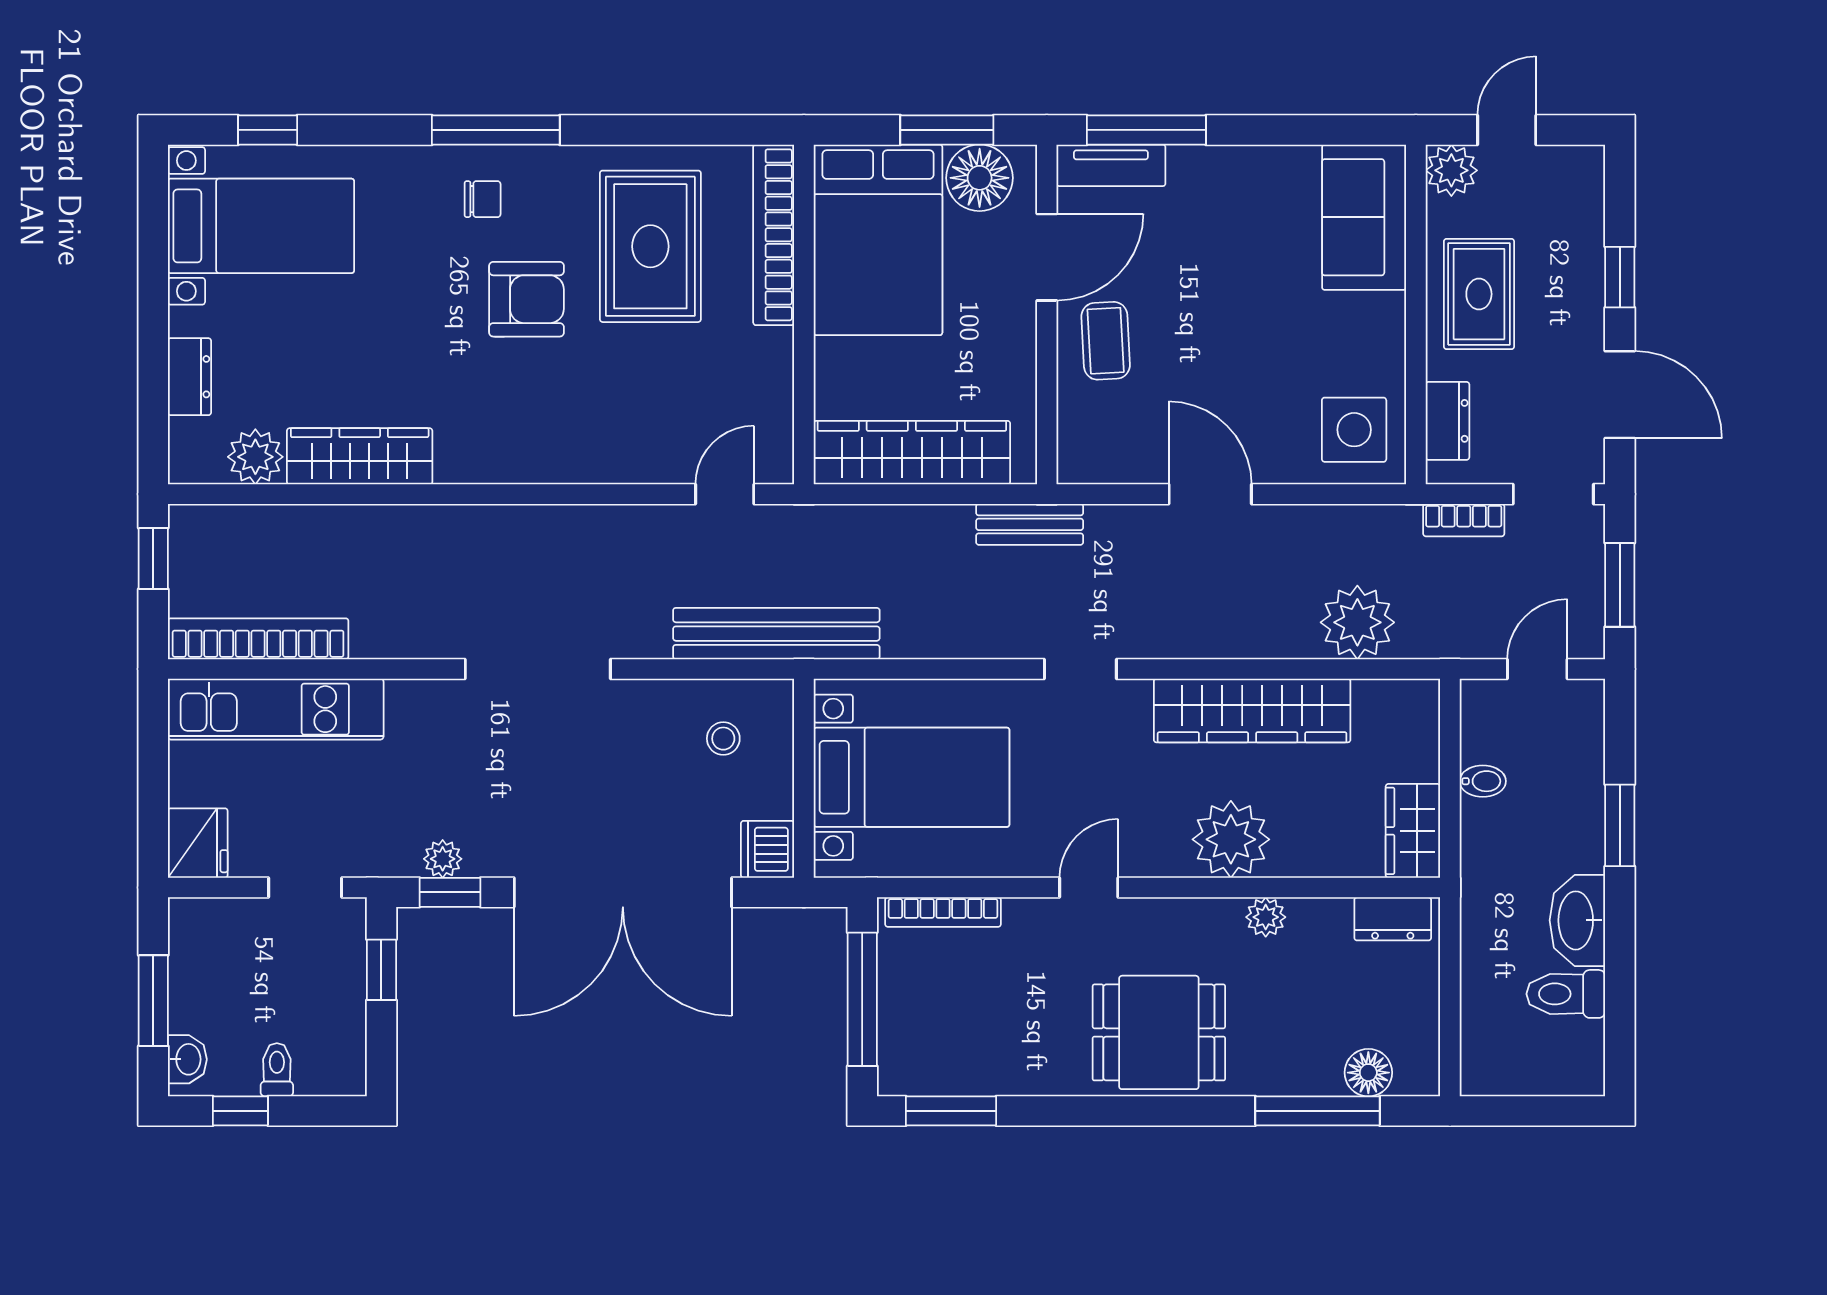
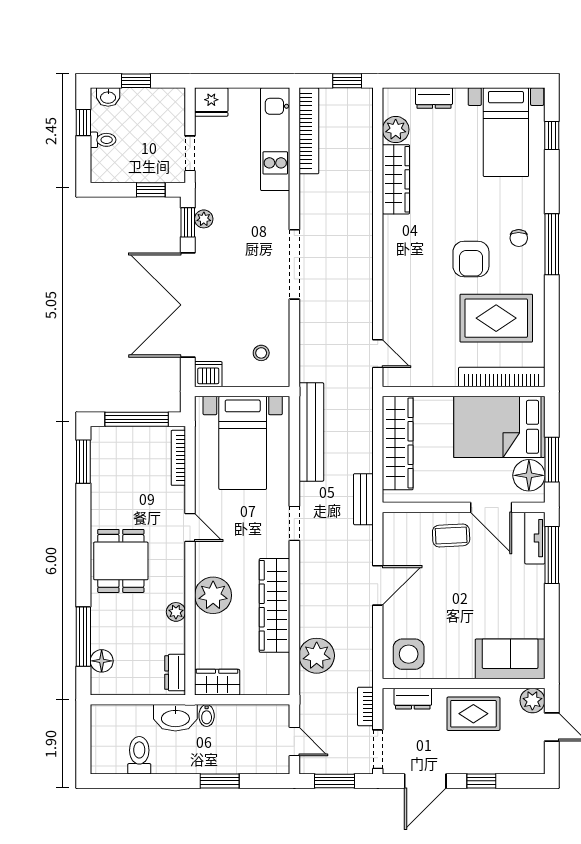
bench: (776, 634) -> (311, 432), moved
bidet: (1483, 781) -> (207, 716), moved
washbasin: (1577, 920) -> (175, 718), moved, turned 180
window: (153, 1001) -> (136, 81), width x0.67

